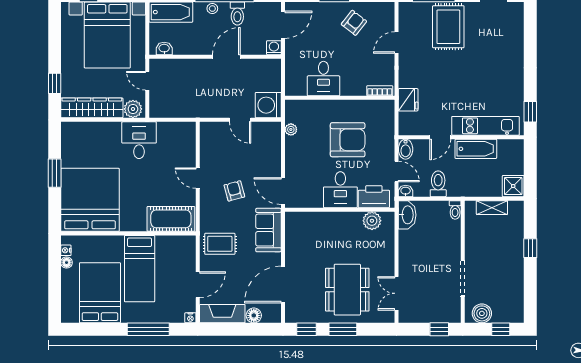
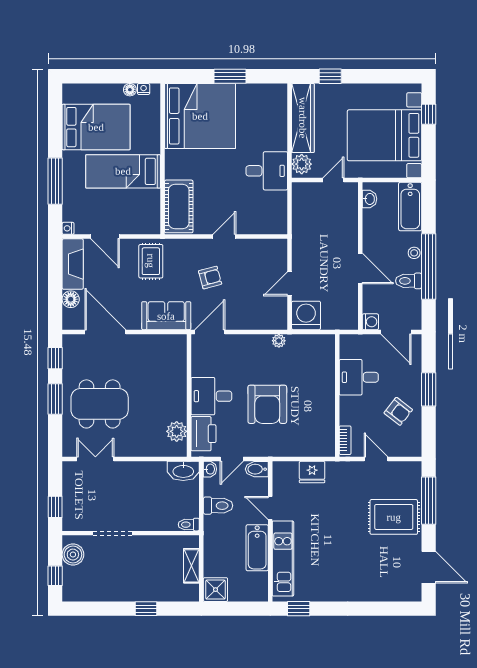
desk: (323, 79) -> (359, 377), moved
bookcase: (380, 91) -> (345, 440), moved
wall: (340, 98) -> (337, 395), moved

